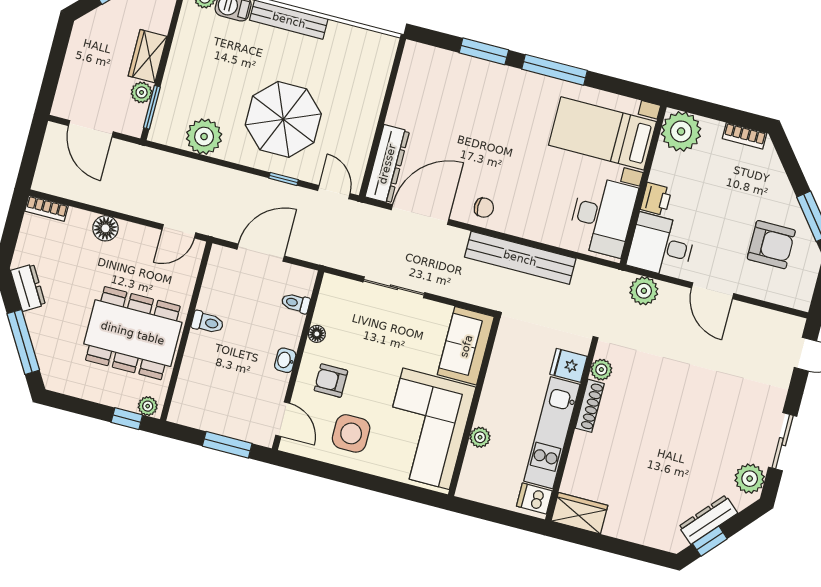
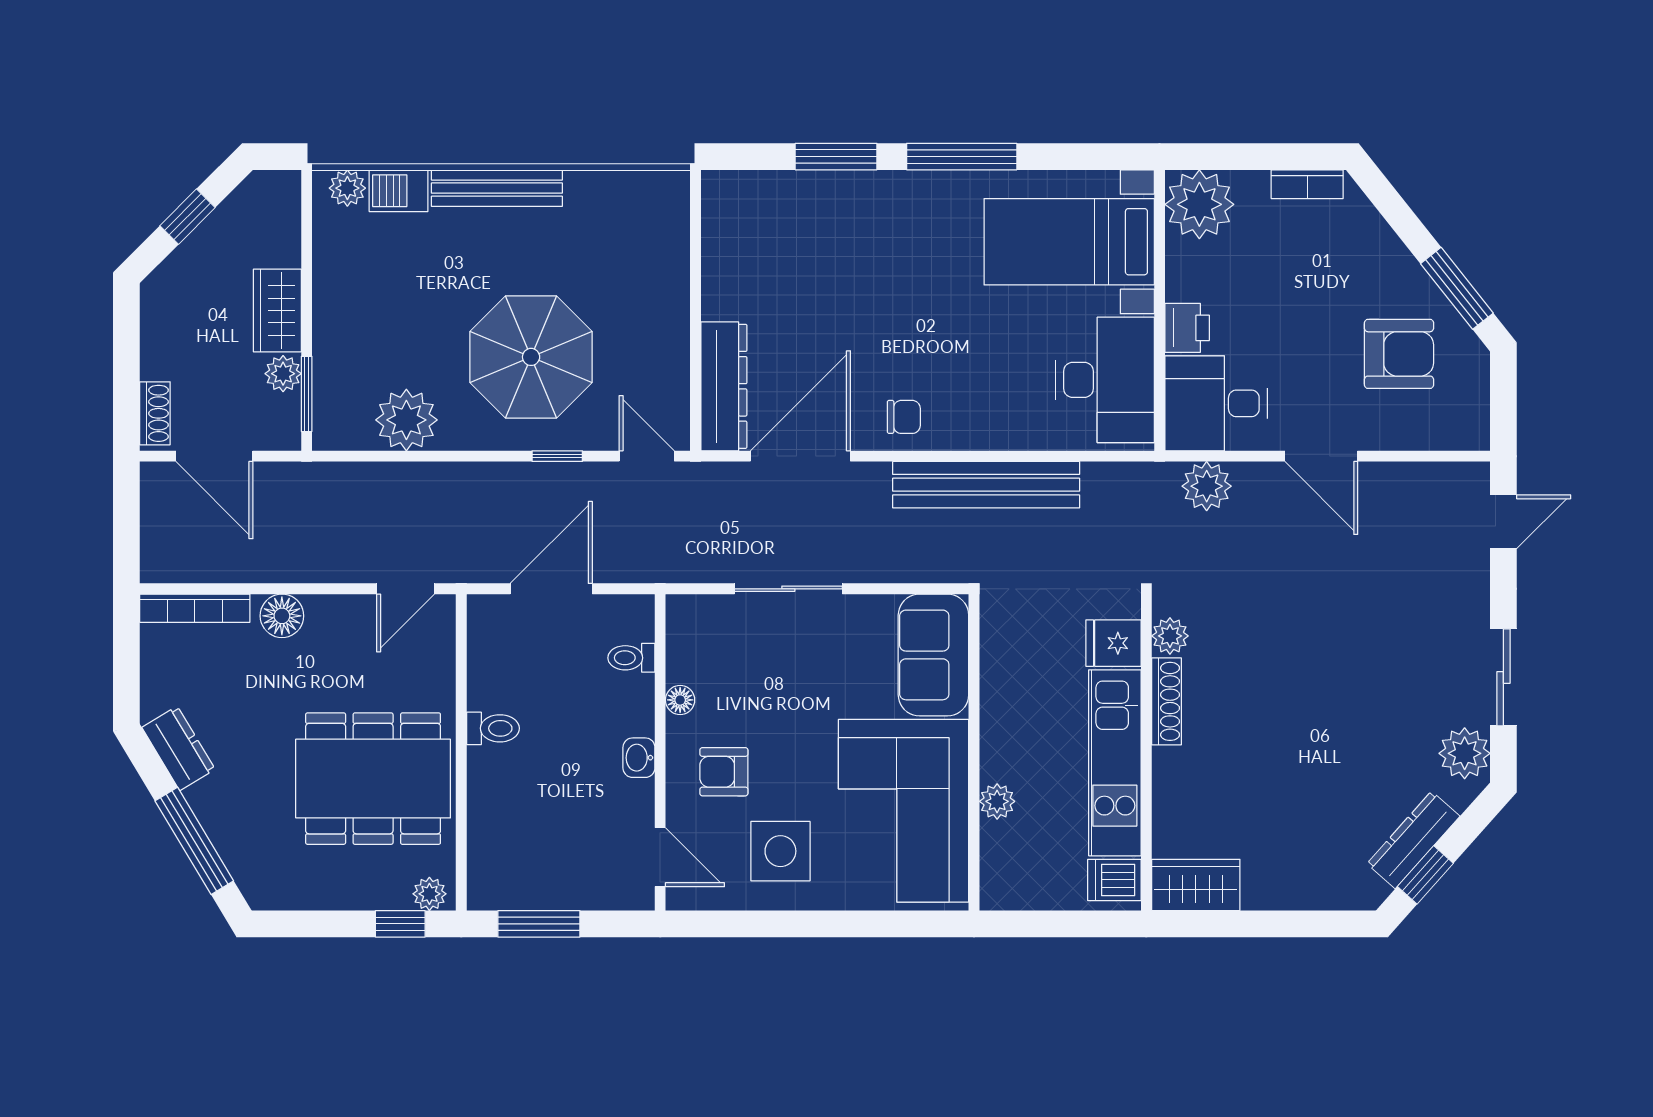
shoe rack: (64, 96) -> (155, 413), added
bookcase: (46, 208) -> (195, 608), width x1.56
window: (227, 445) -> (539, 924), moved

